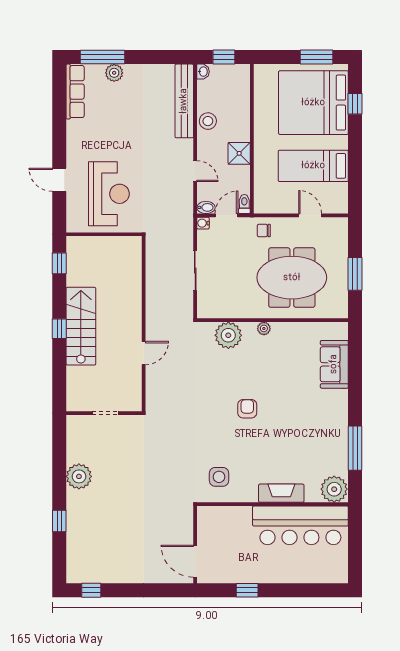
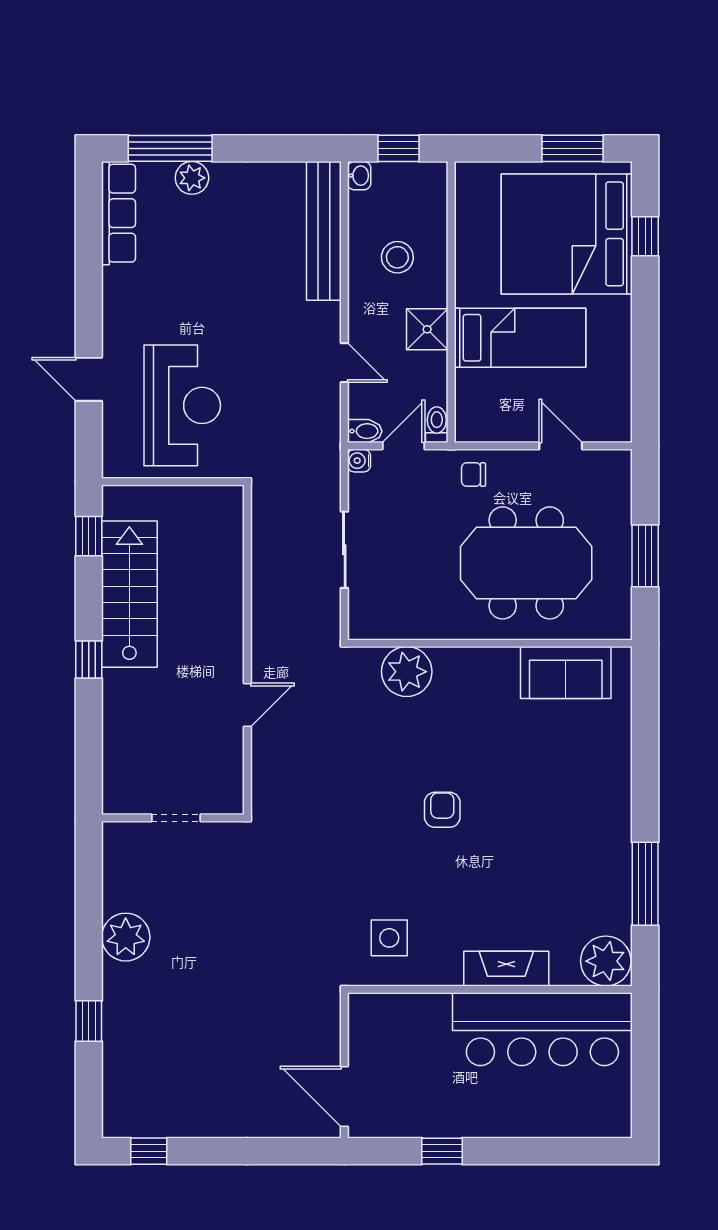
stool: (208, 121) -> (397, 257), moved
bed: (313, 166) -> (520, 338), moved, turned 180
stairs: (81, 326) -> (129, 594), moved
plant: (264, 328) -> (474, 659), removed
sofa: (334, 364) -> (566, 673), moved, turned -90

